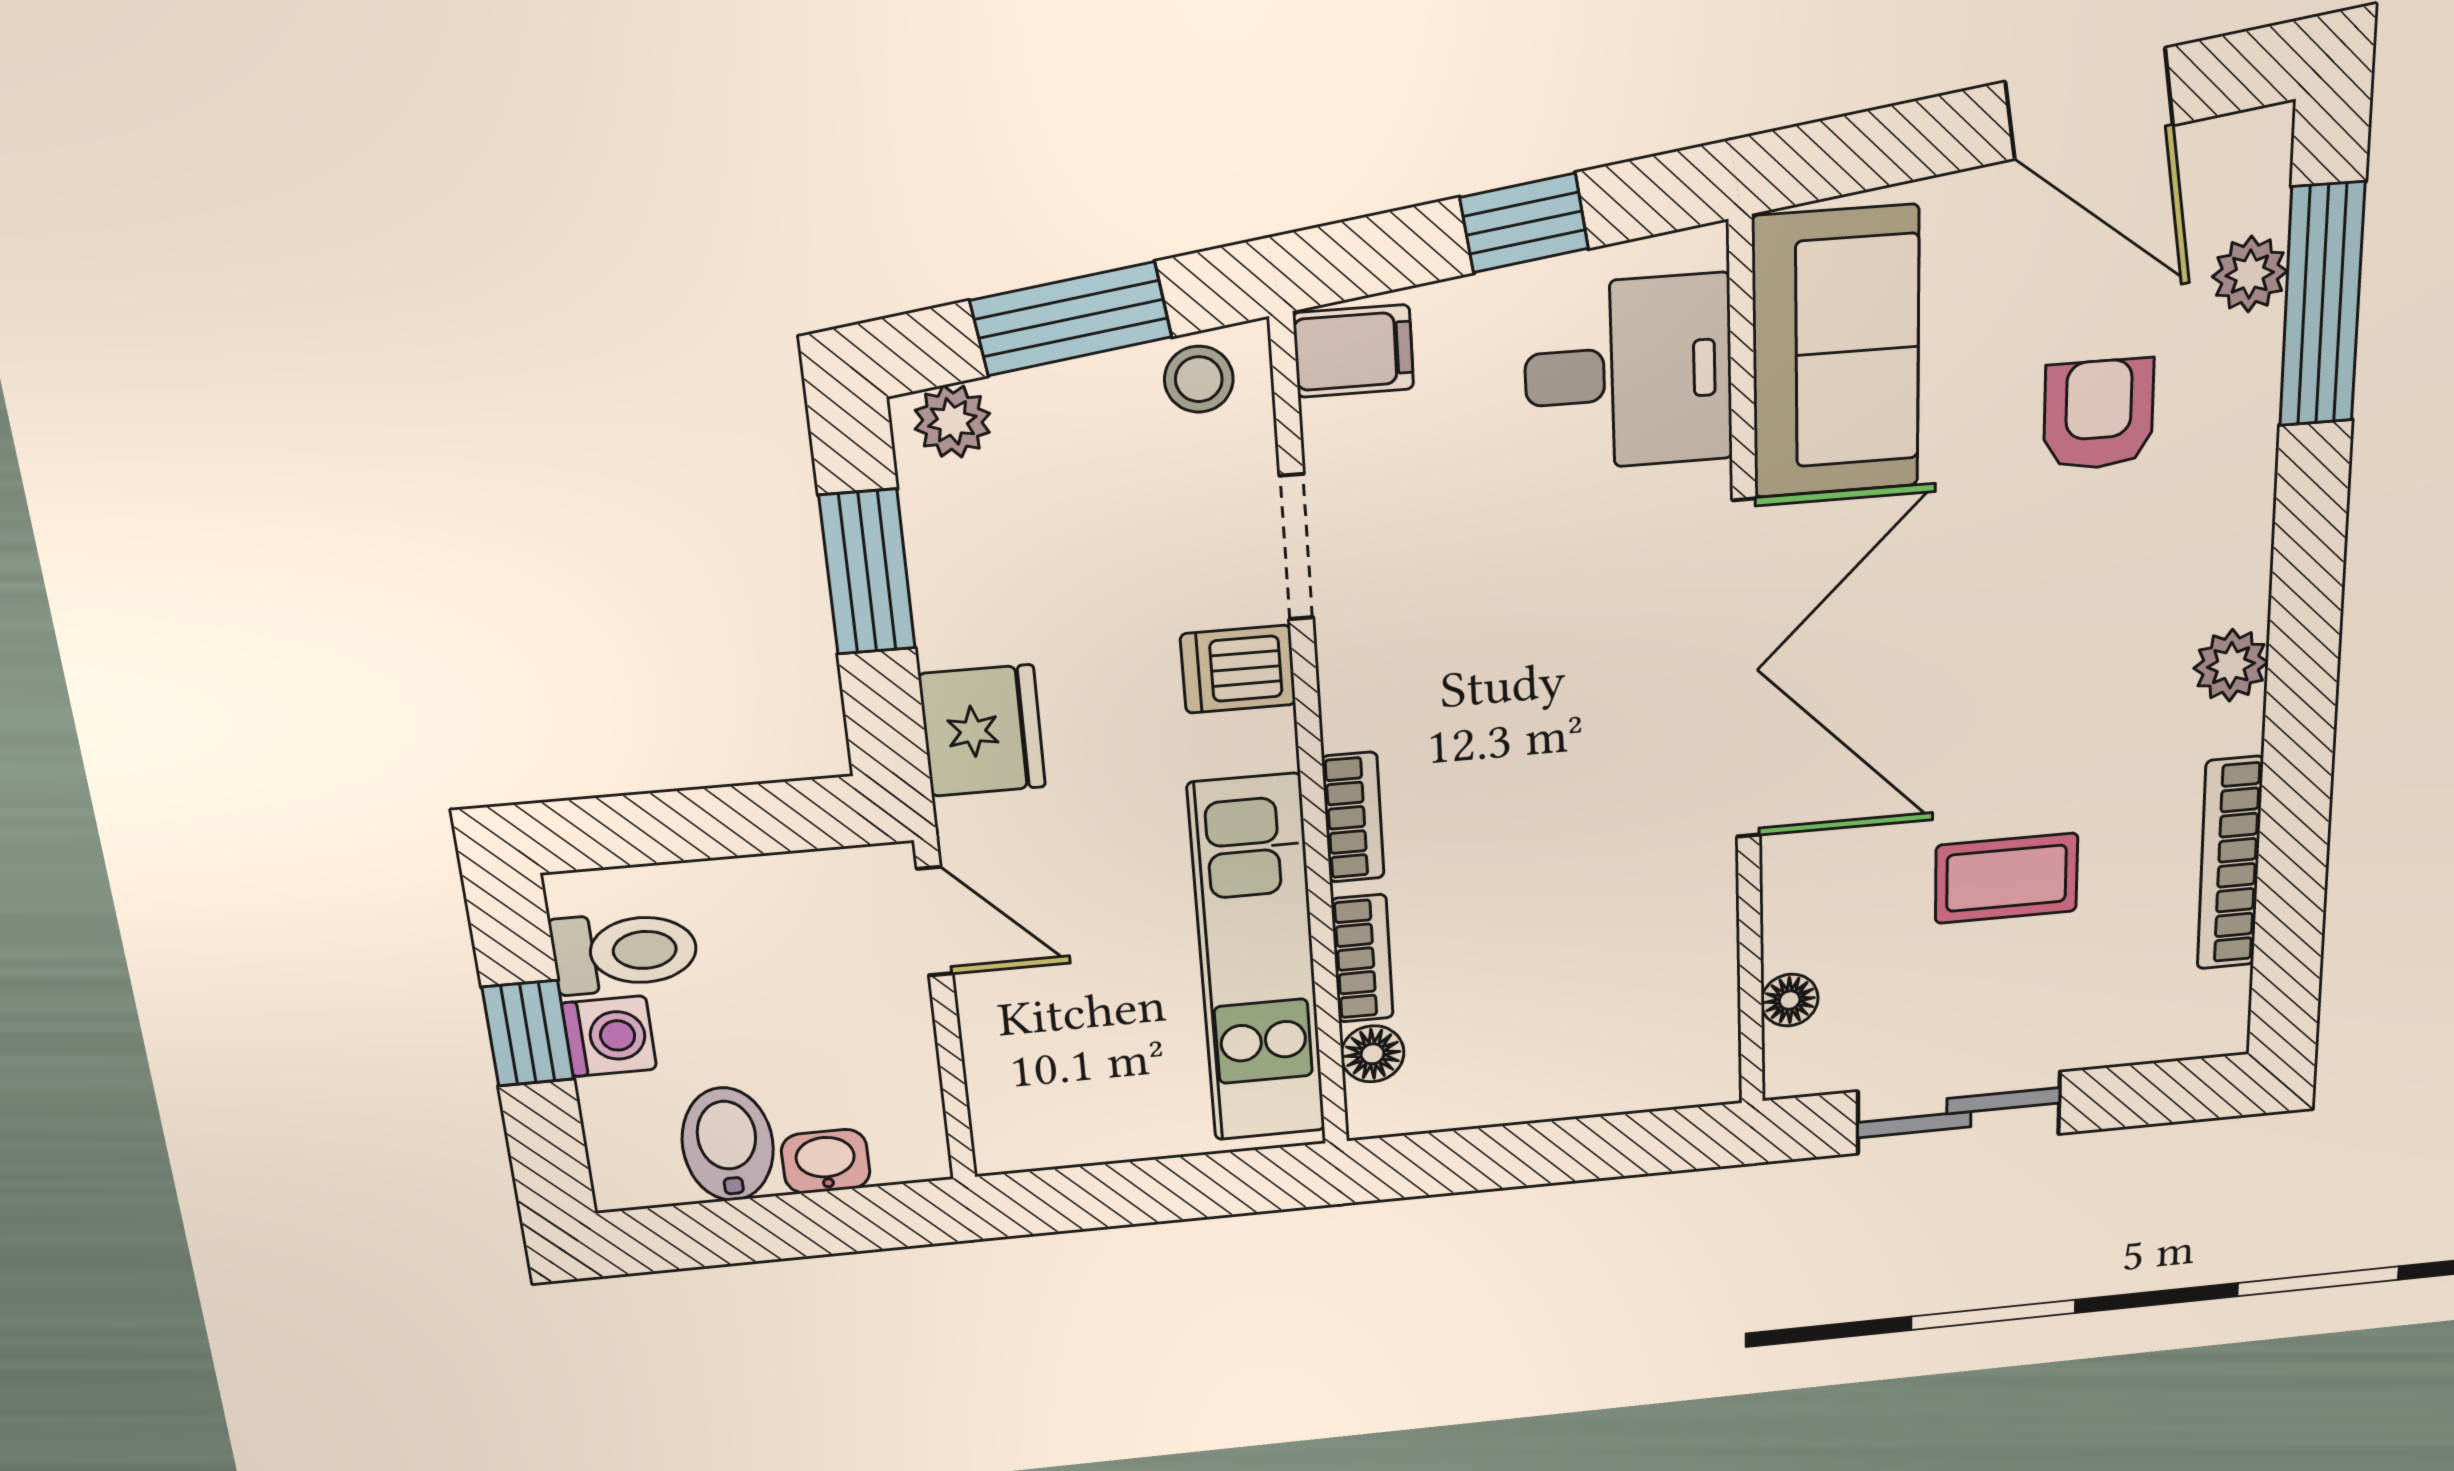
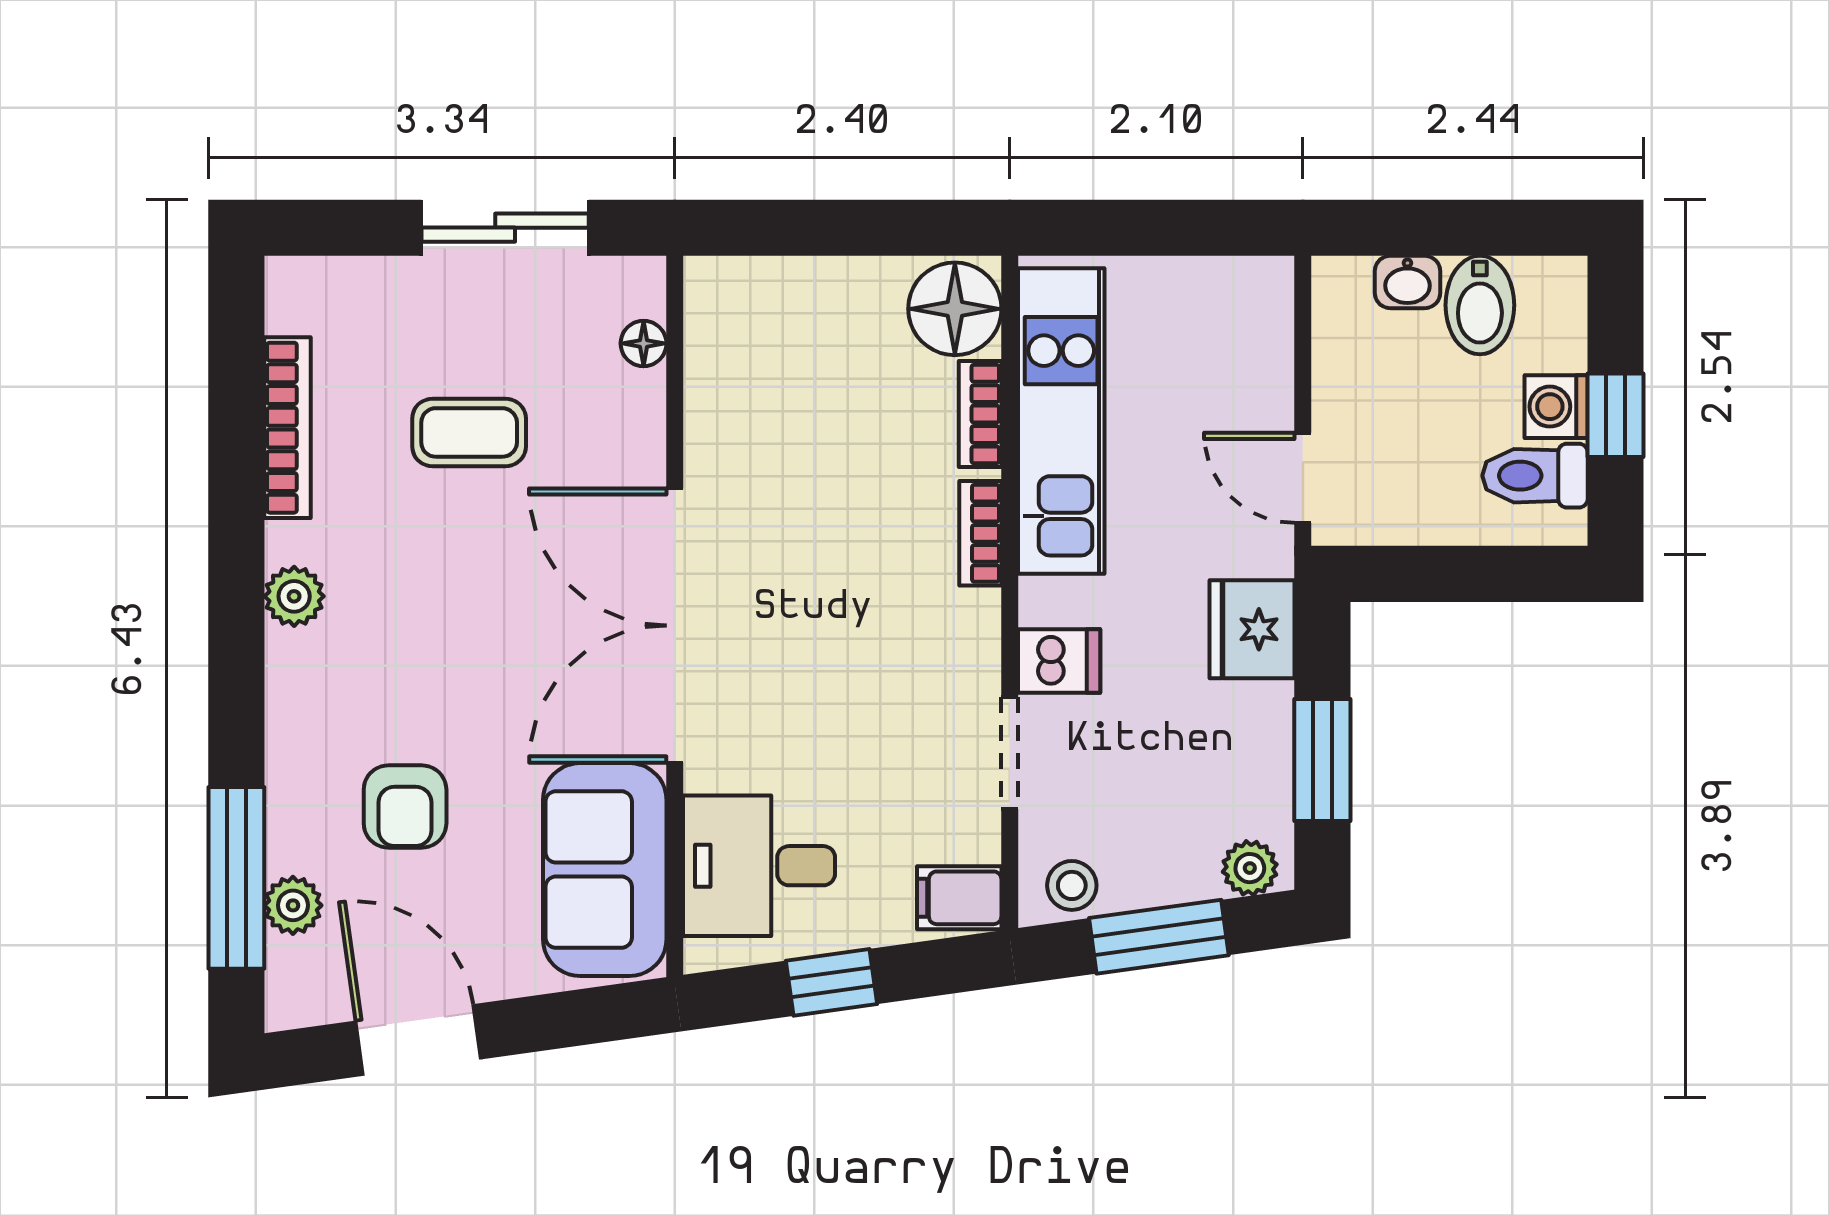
floor lamp: (1372, 1054) -> (955, 309), width x1.89, depth x1.89

